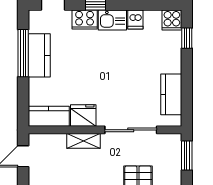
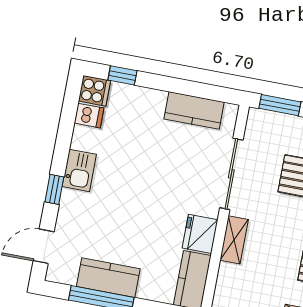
cooker: (85, 19) -> (72, 208), removed
dishwasher: (135, 19) -> (89, 116), moved

